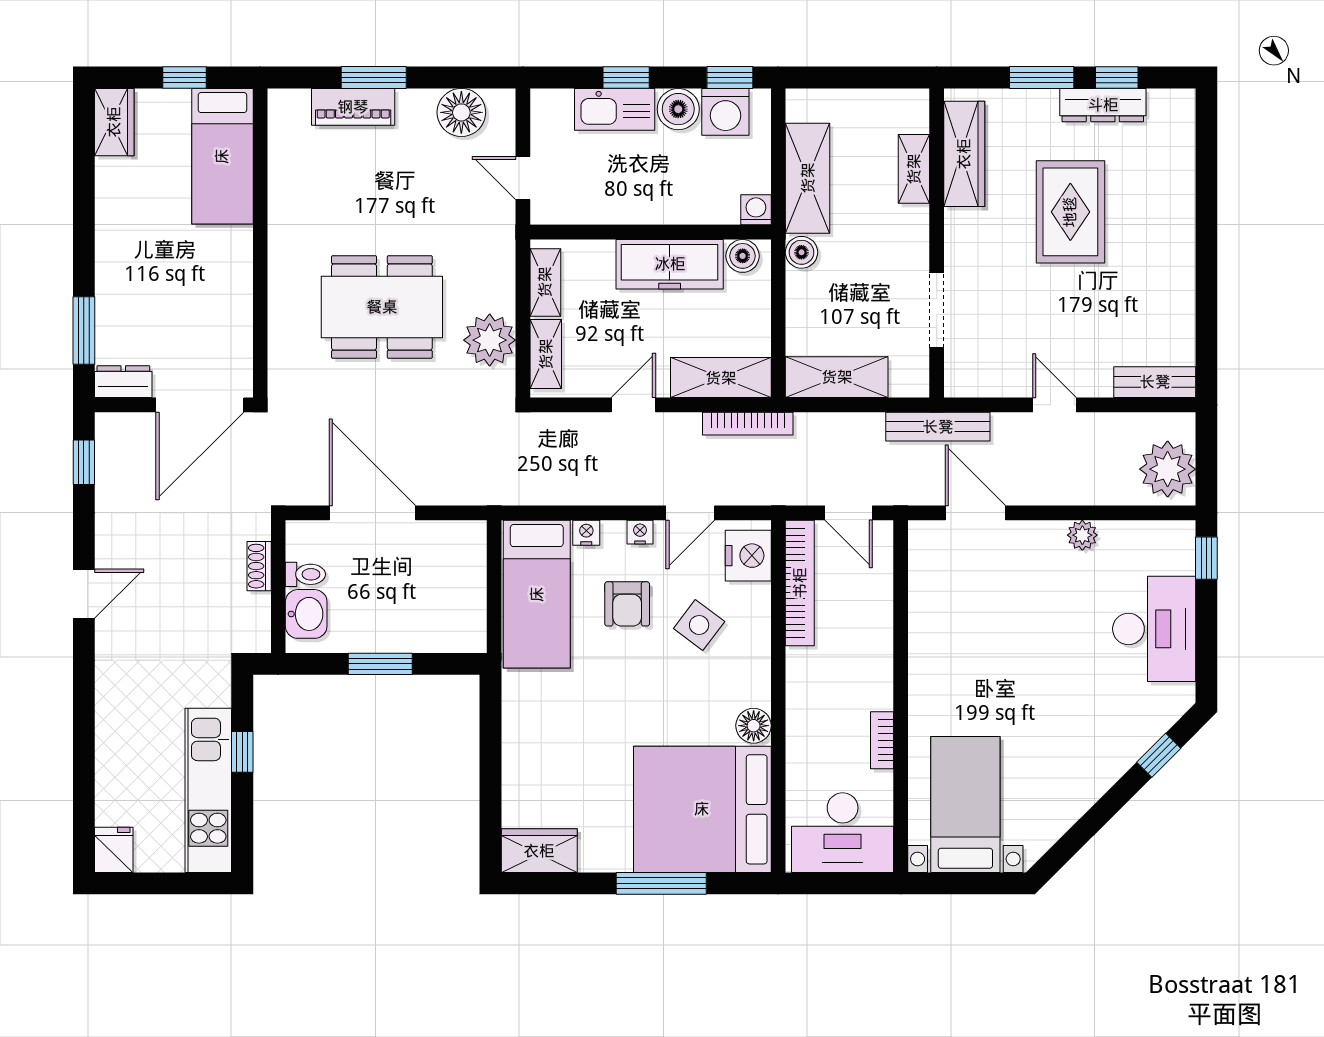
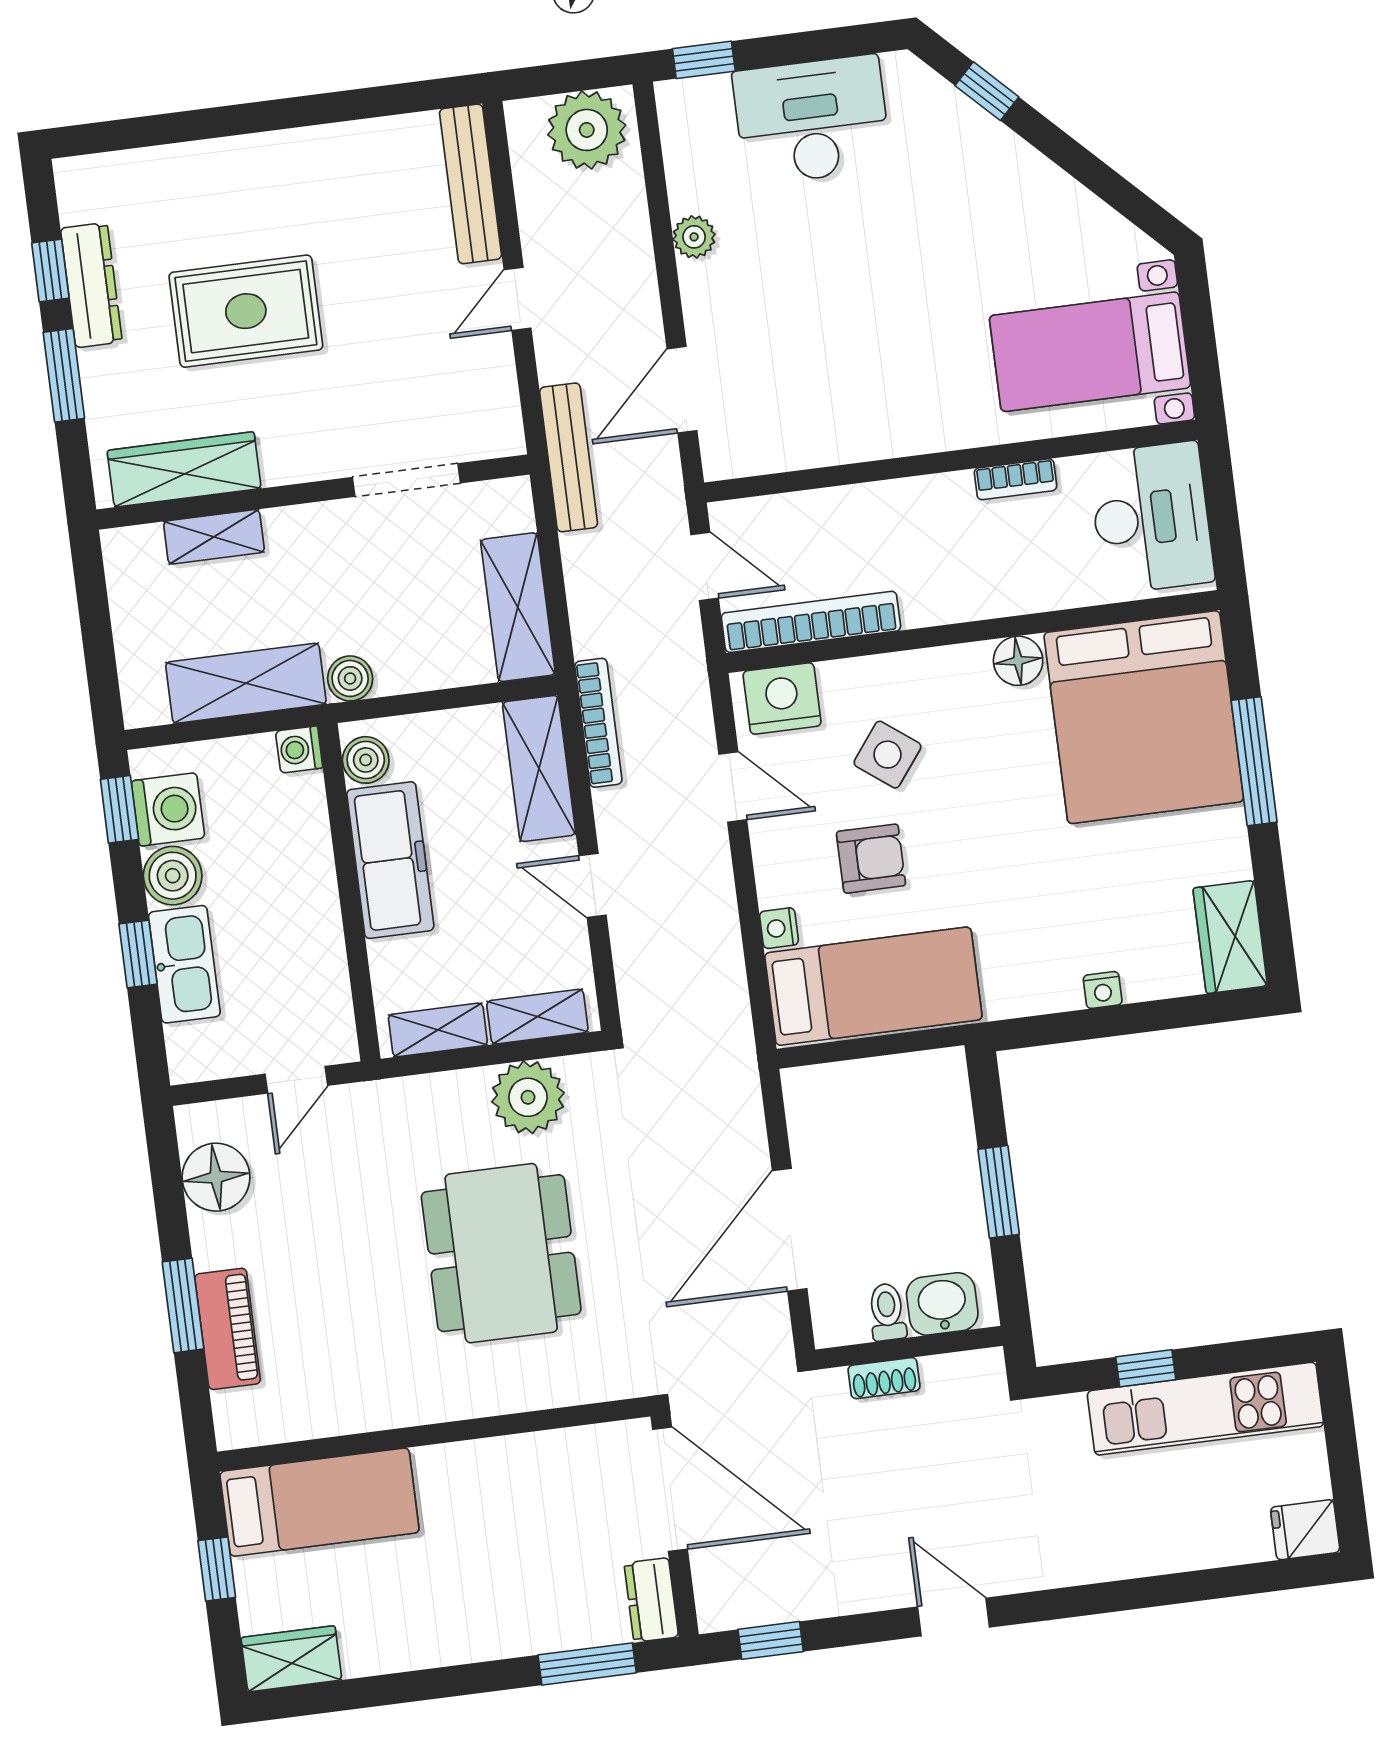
bench: (1155, 382) -> (471, 184), width x1.36
door: (849, 513) -> (705, 566), hinge flipped
nightstand: (640, 532) -> (1103, 990), moved, turned -90

